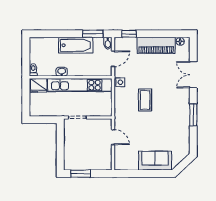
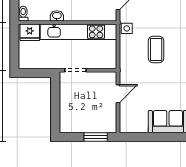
door: (113, 137) -> (118, 94), hinge flipped
window: (81, 174) -> (96, 137), moved

